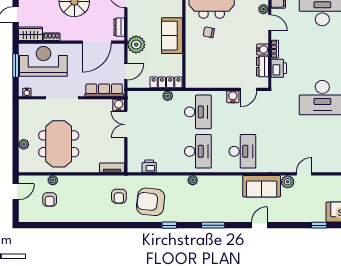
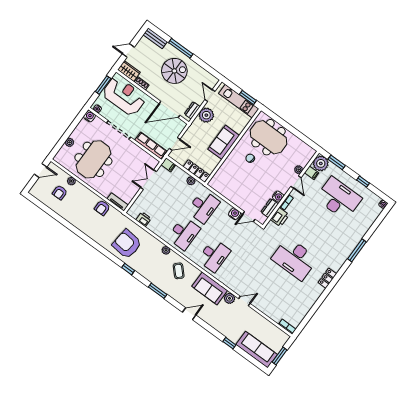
plant: (136, 45) -> (206, 115), moved
filing cabinet: (135, 96) -> (168, 165), added
water cooler: (119, 105) -> (89, 116), moved
coffee table: (219, 191) -> (179, 271), added
armchair: (119, 196) -> (102, 208), moved

